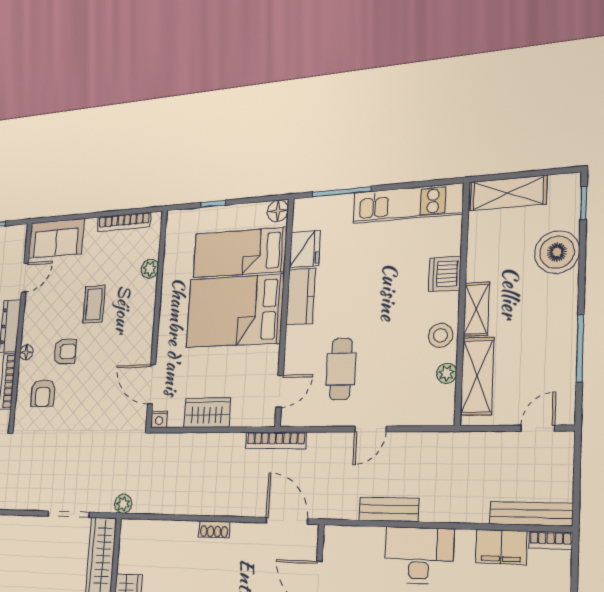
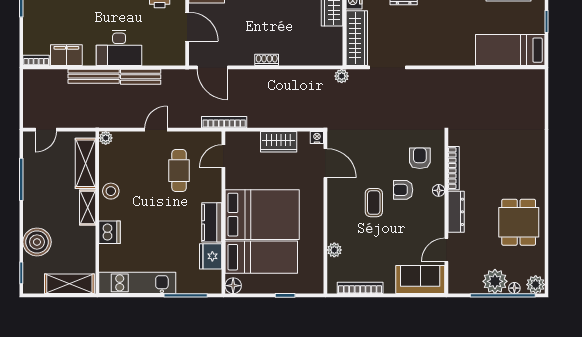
coffee table: (94, 304) -> (374, 203), moved
plant: (447, 373) -> (106, 138), moved
bench: (531, 514) -> (94, 76), moved

